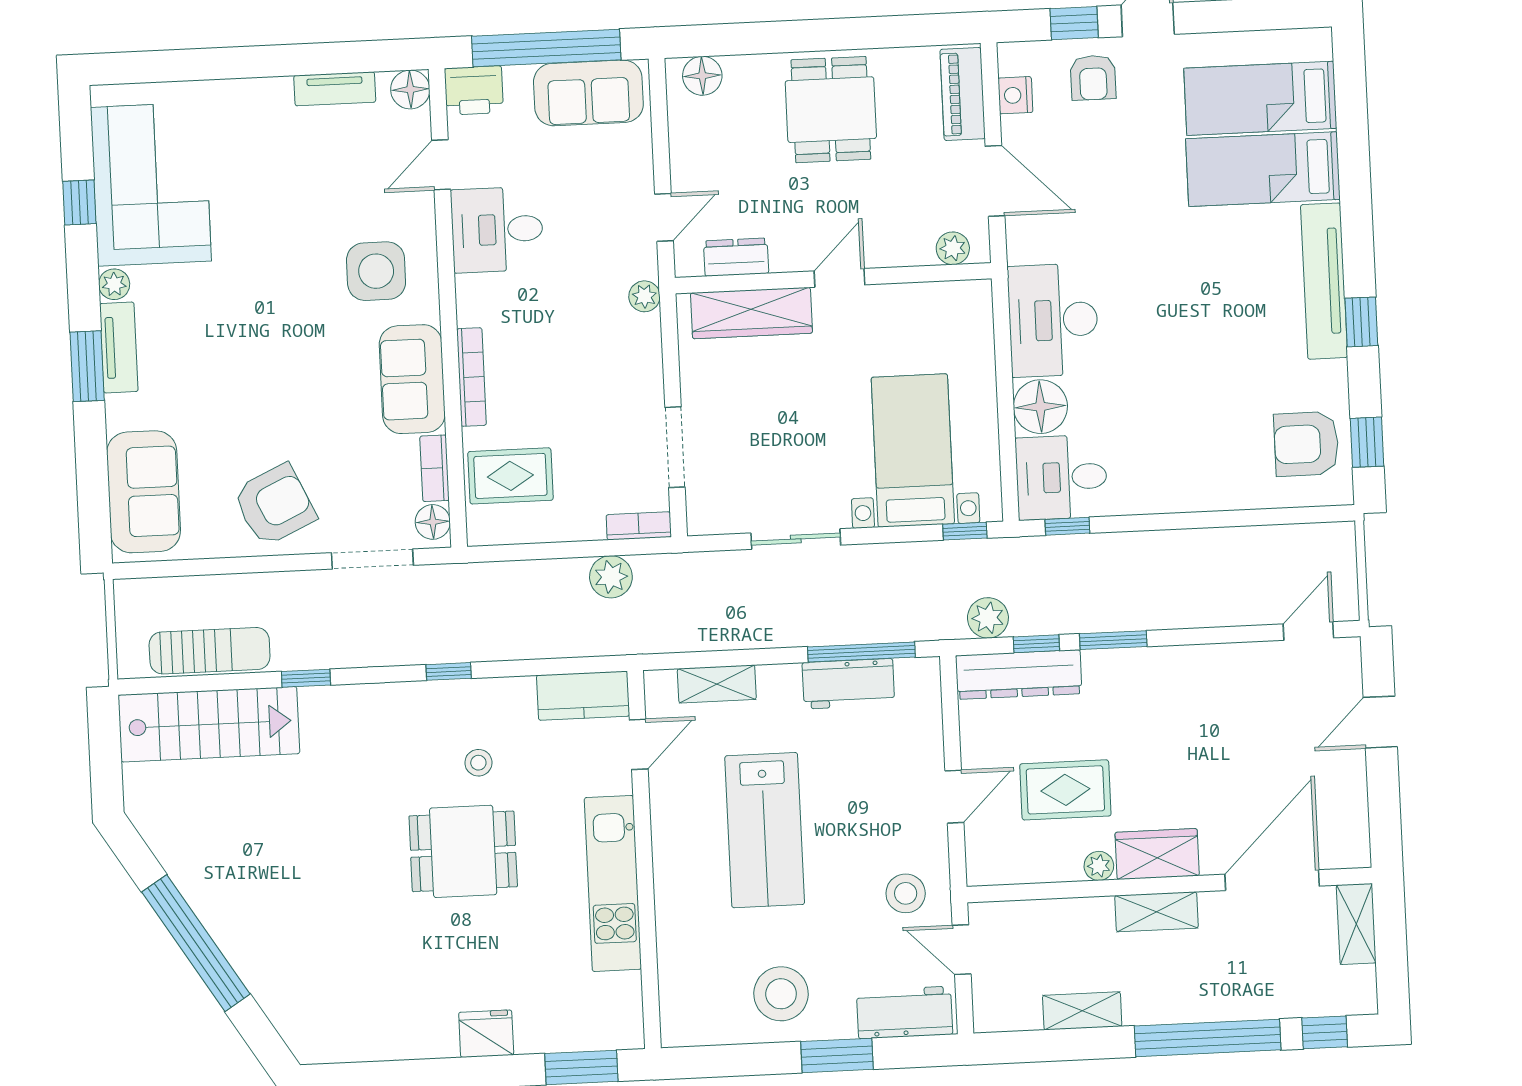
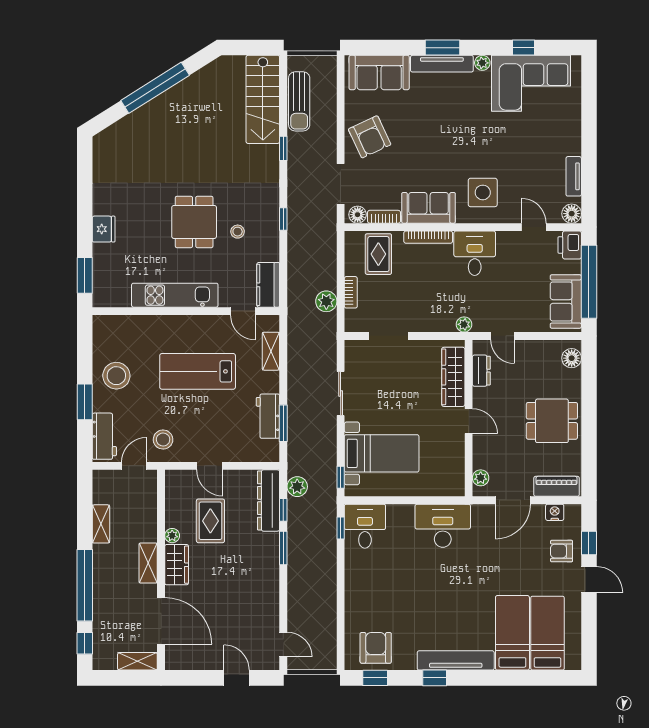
desk: (497, 230) -> (475, 253), moved
tv unit: (119, 348) -> (442, 64), width x1.41
floor lamp: (1040, 407) -> (400, 517), removed
bookcase: (639, 526) -> (351, 292), moved
window: (861, 652) -> (283, 423), width x0.69

